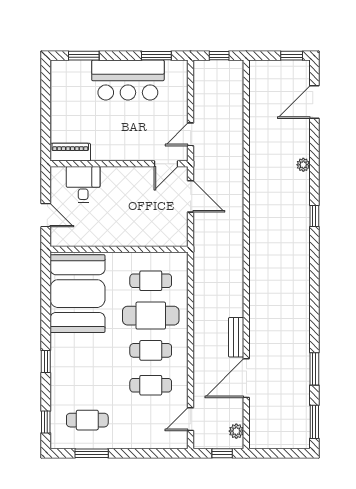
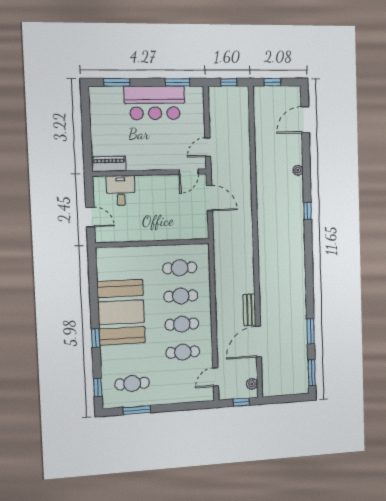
window: (292, 56) -> (272, 82), moved
booth: (77, 294) -> (121, 312), moved
cafe table: (151, 316) -> (181, 296), width x0.73, depth x0.74

